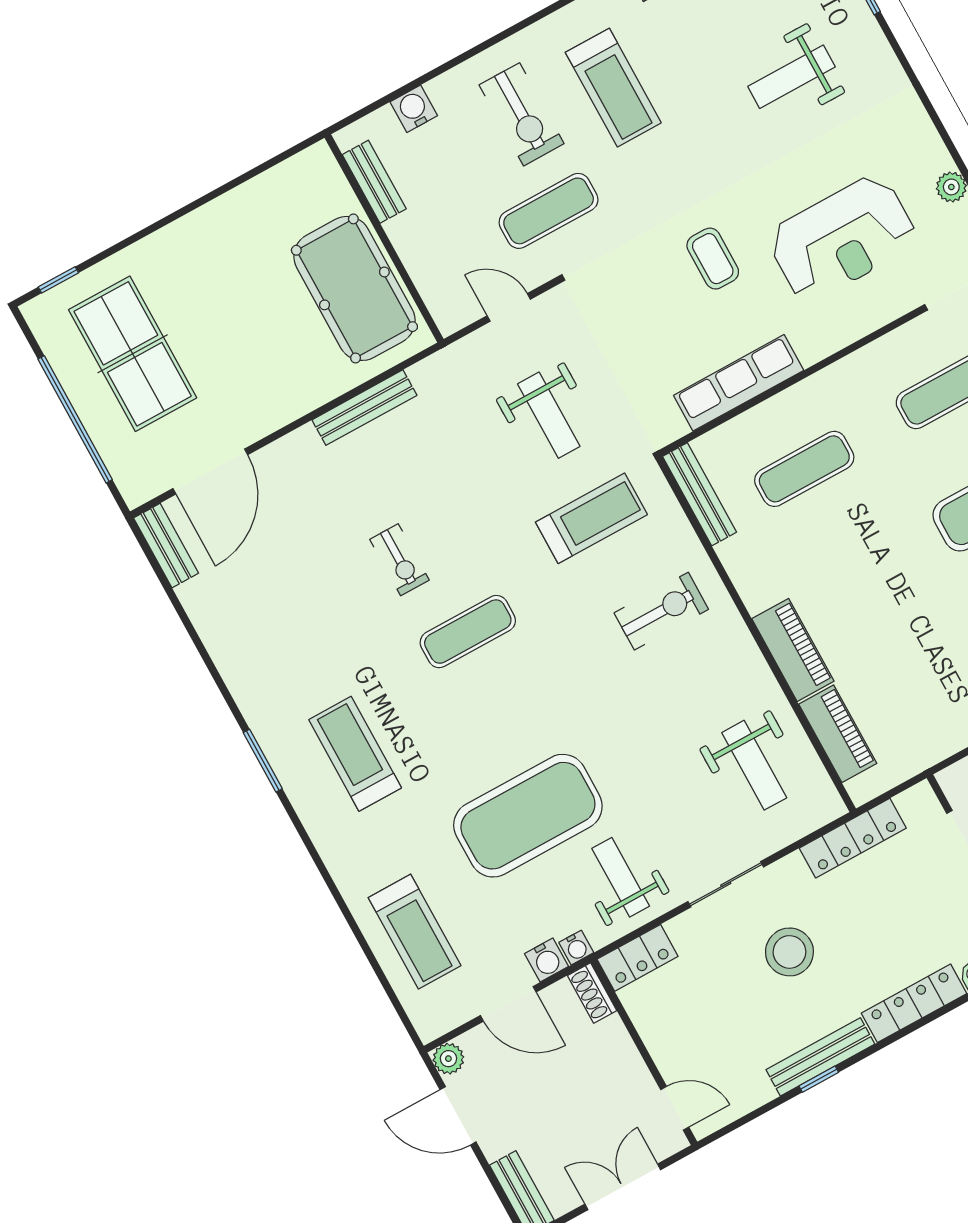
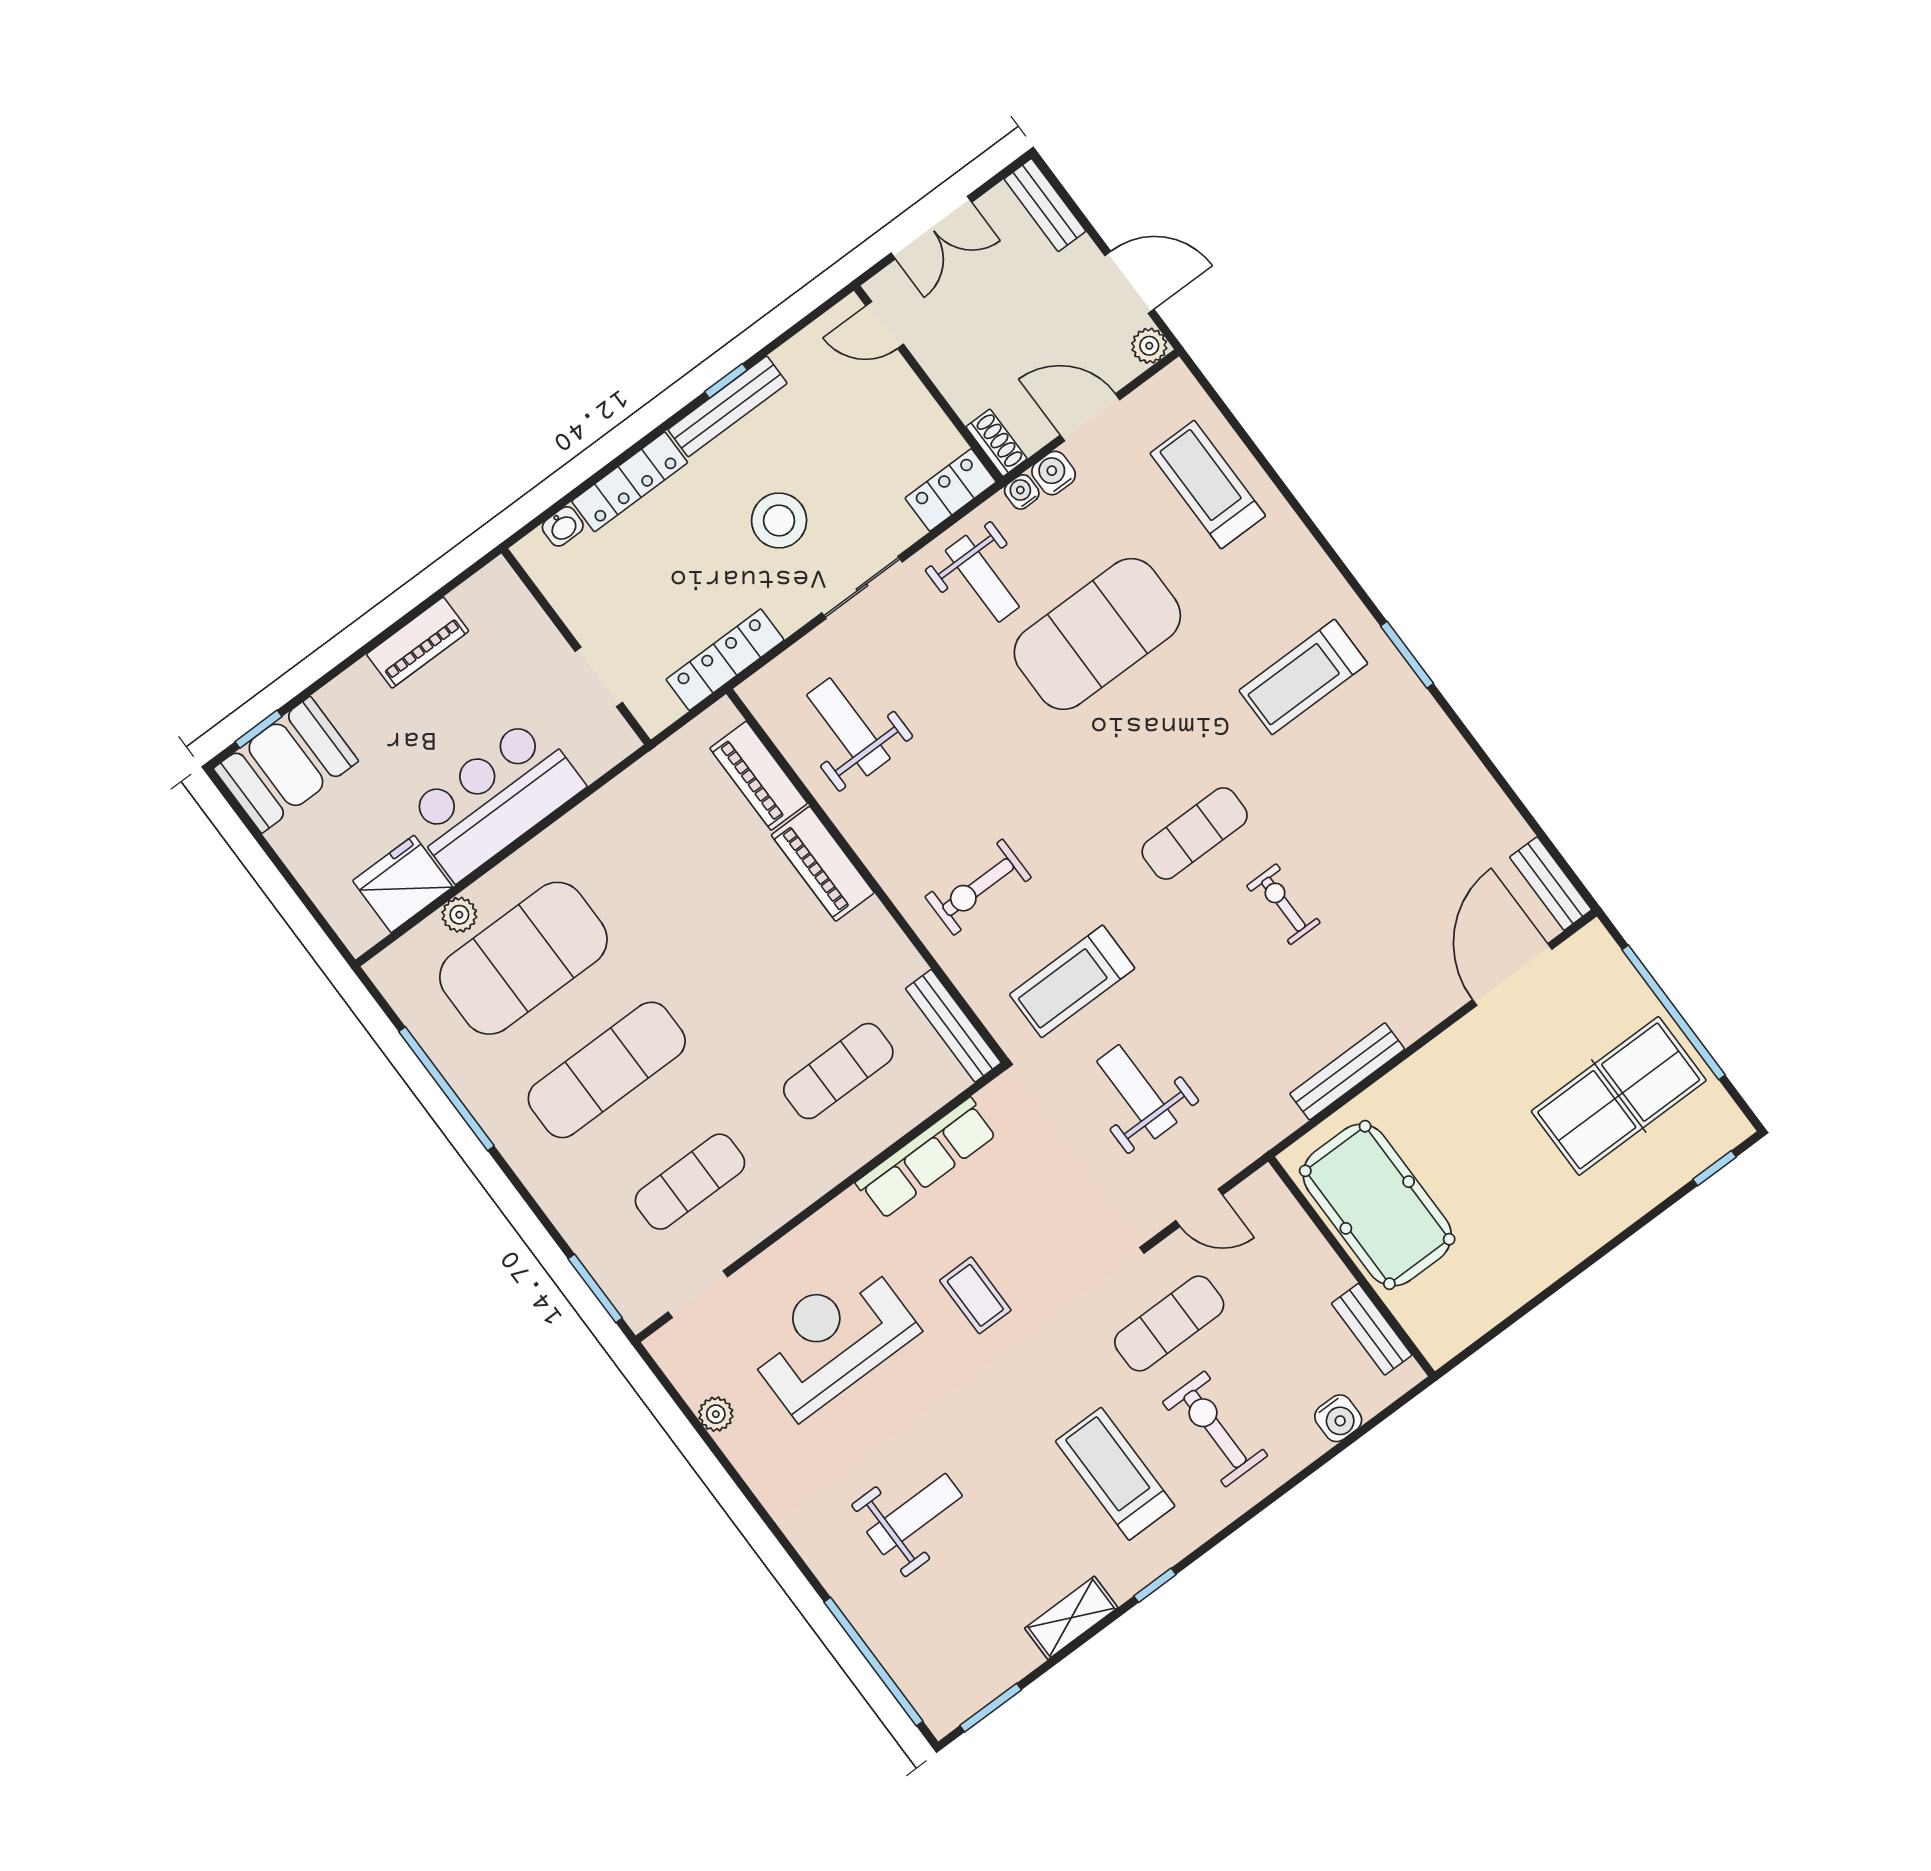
table tennis table: (133, 354) -> (1619, 1096), turned 90
treadmill: (355, 754) -> (1303, 677), turned 90

